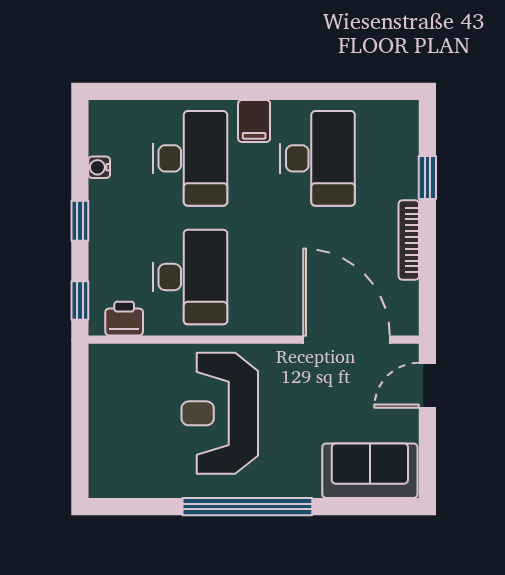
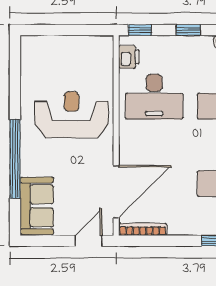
bookcase: (409, 240) -> (143, 229), moved
door: (427, 385) -> (89, 241), hinge flipped
window: (247, 507) -> (15, 159), moved

